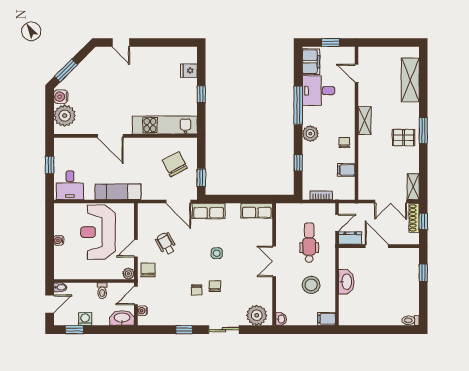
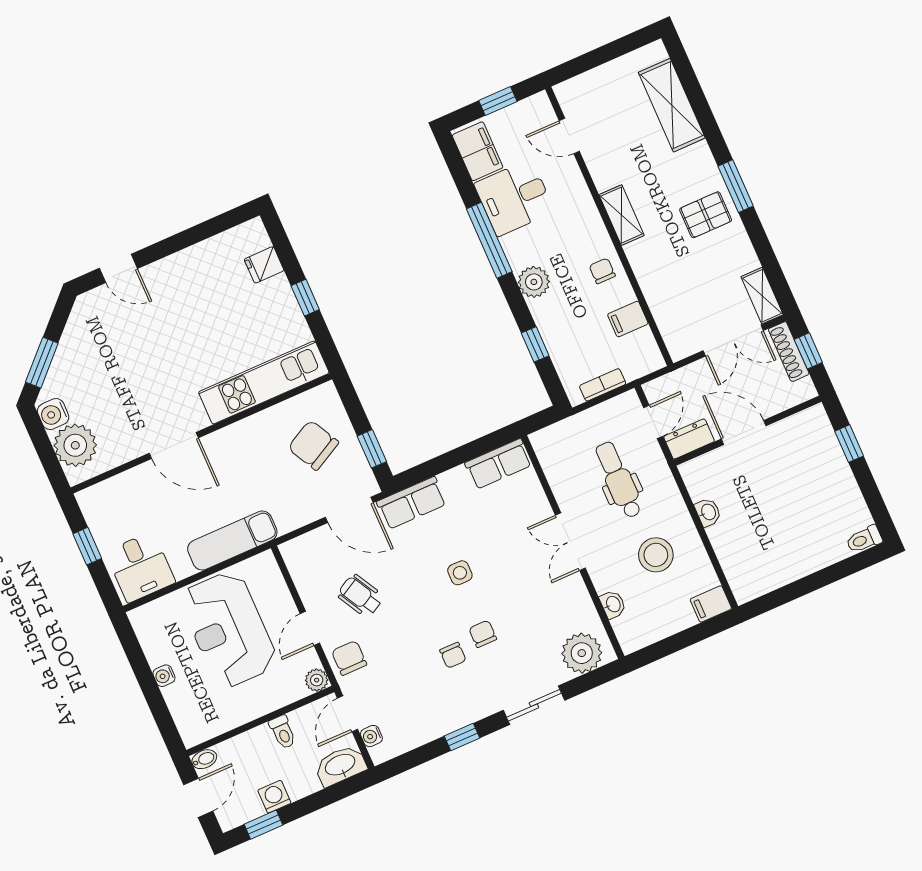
washbasin: (346, 282) -> (708, 512), width x0.52, depth x0.69
washbasin: (281, 319) -> (613, 604), moved

